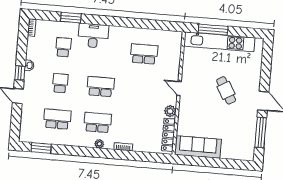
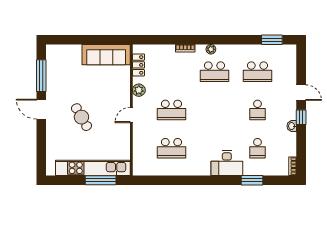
school desk: (101, 87) -> (171, 110), moved
door: (179, 88) -> (131, 115), swing flipped
locker: (168, 135) -> (139, 65), width x0.66

